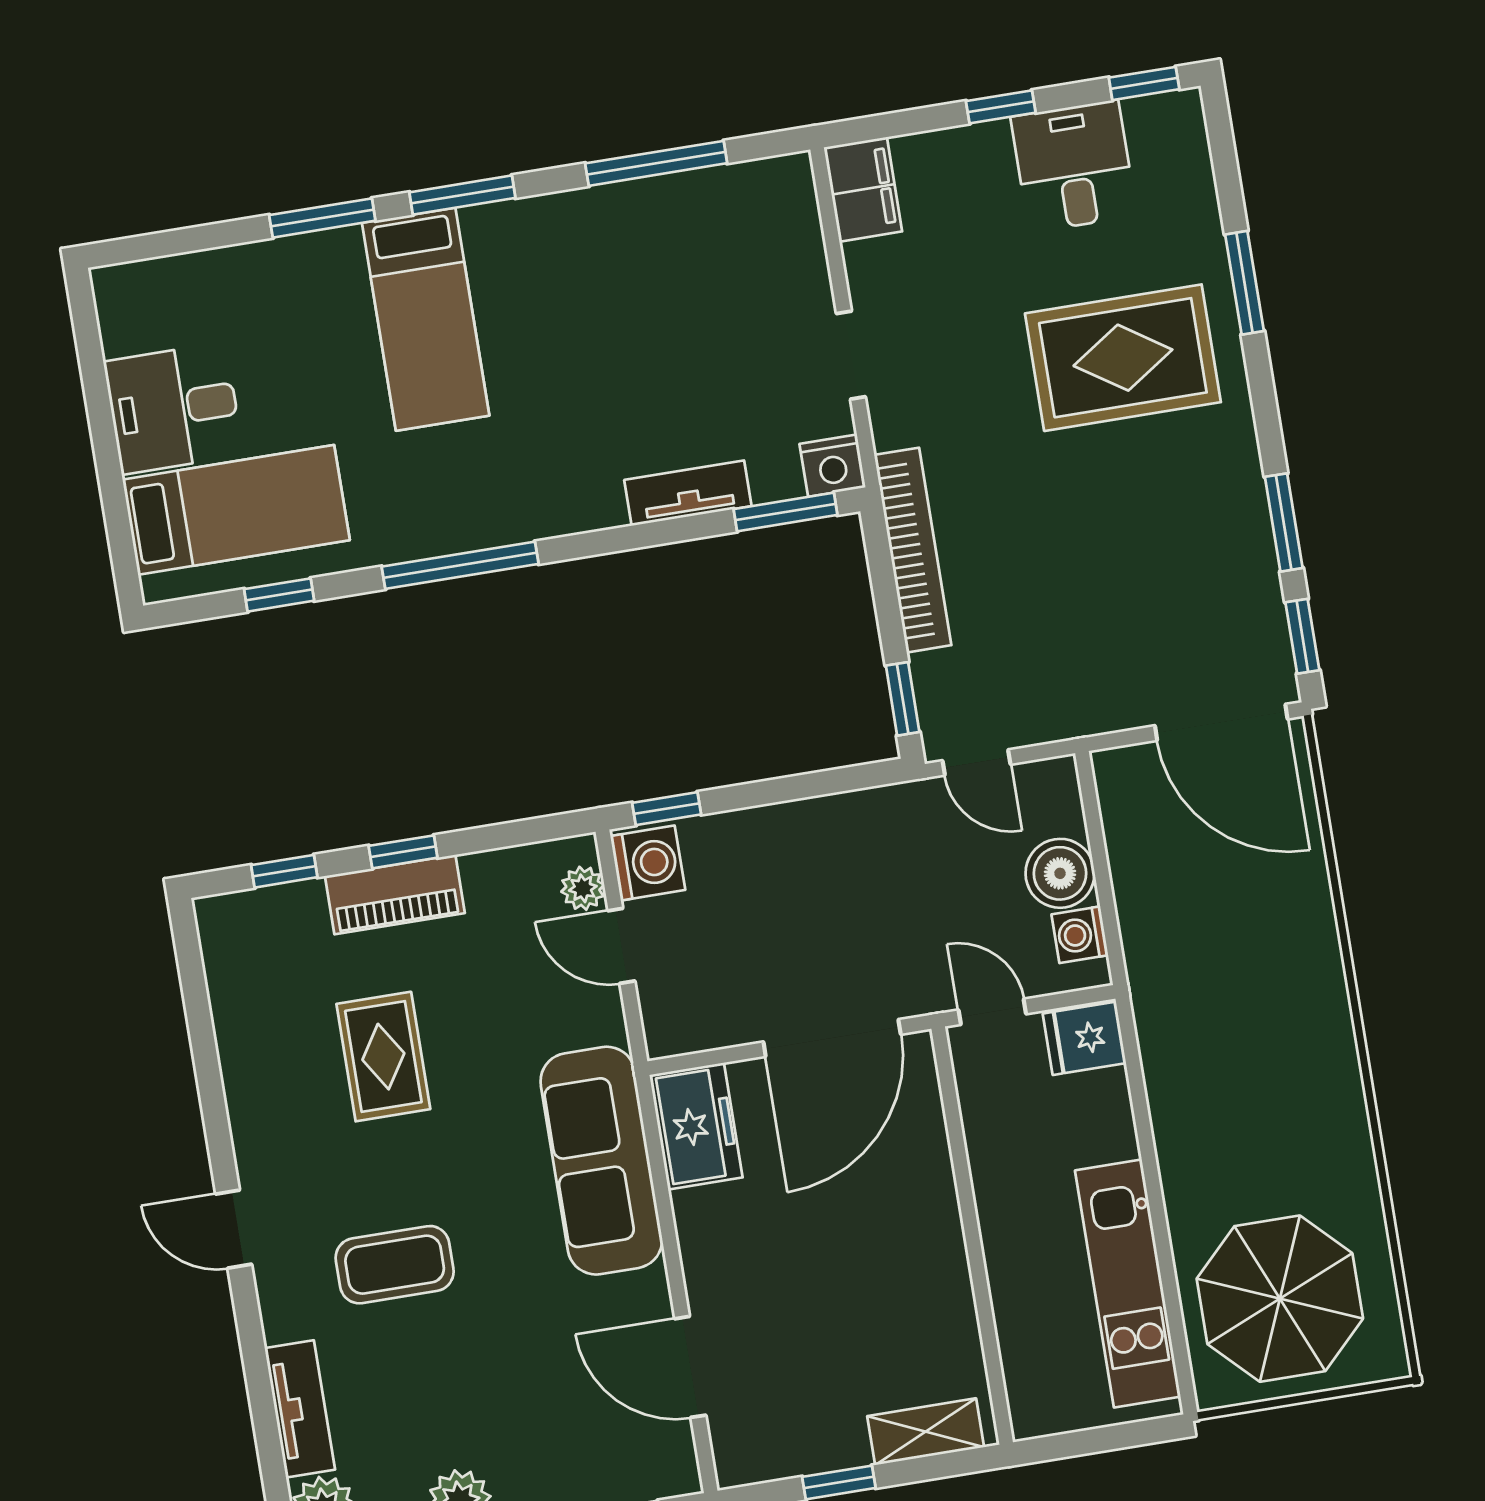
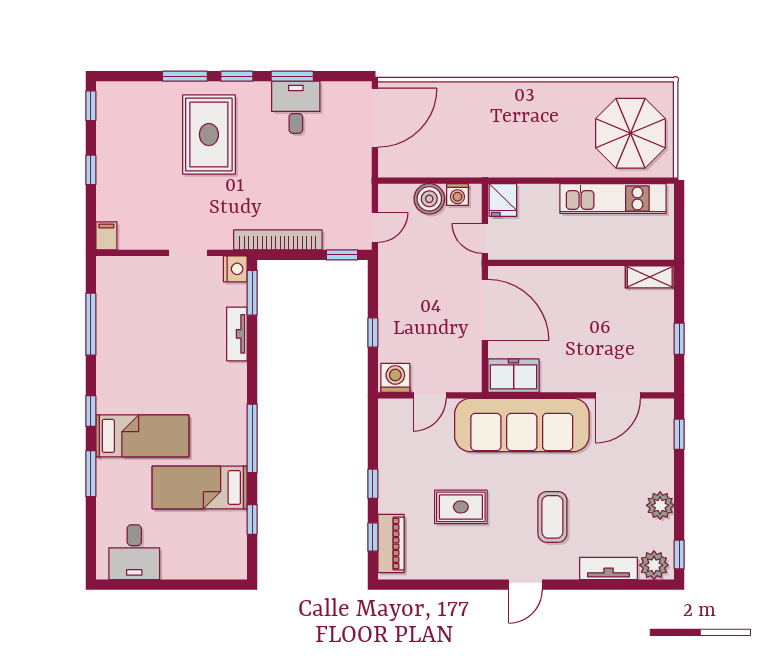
desk: (1074, 166) -> (296, 107), moved, turned 90
filing cabinet: (863, 189) -> (106, 236), width x0.50
window: (462, 195) -> (91, 411), width x0.67
desk: (174, 408) -> (134, 552), moved
bed: (236, 510) -> (200, 487), moved, turned -90
window: (1302, 636) -> (237, 76), moved
window: (667, 809) -> (373, 333), moved
plant: (583, 888) -> (402, 408), removed
piano: (395, 895) -> (391, 543), moved
door: (992, 1012) -> (485, 238), hinge flipped
sofa: (601, 1161) -> (522, 425), width x1.36, depth x1.27
shelving: (926, 1432) -> (650, 277), moved, turned 90

